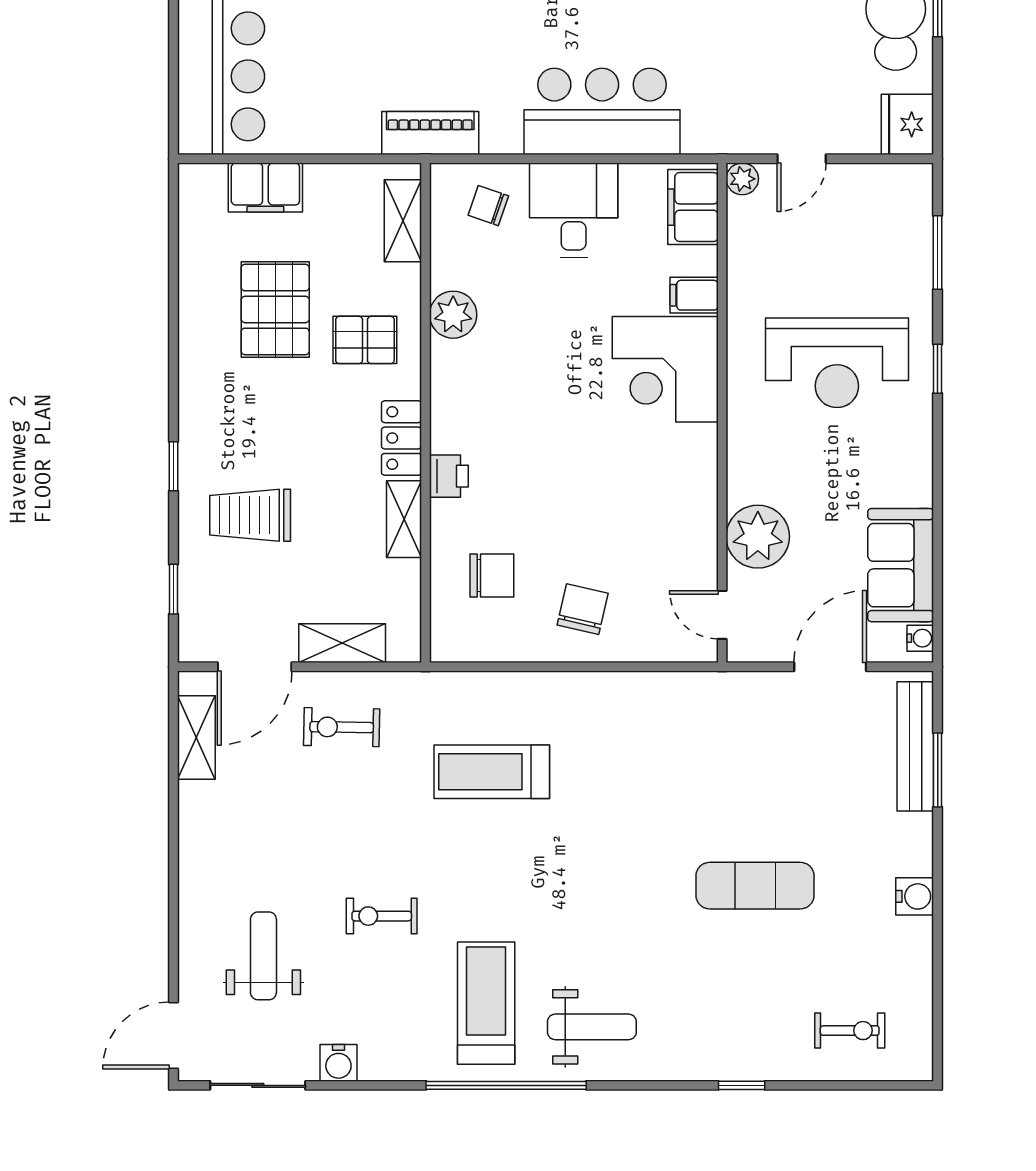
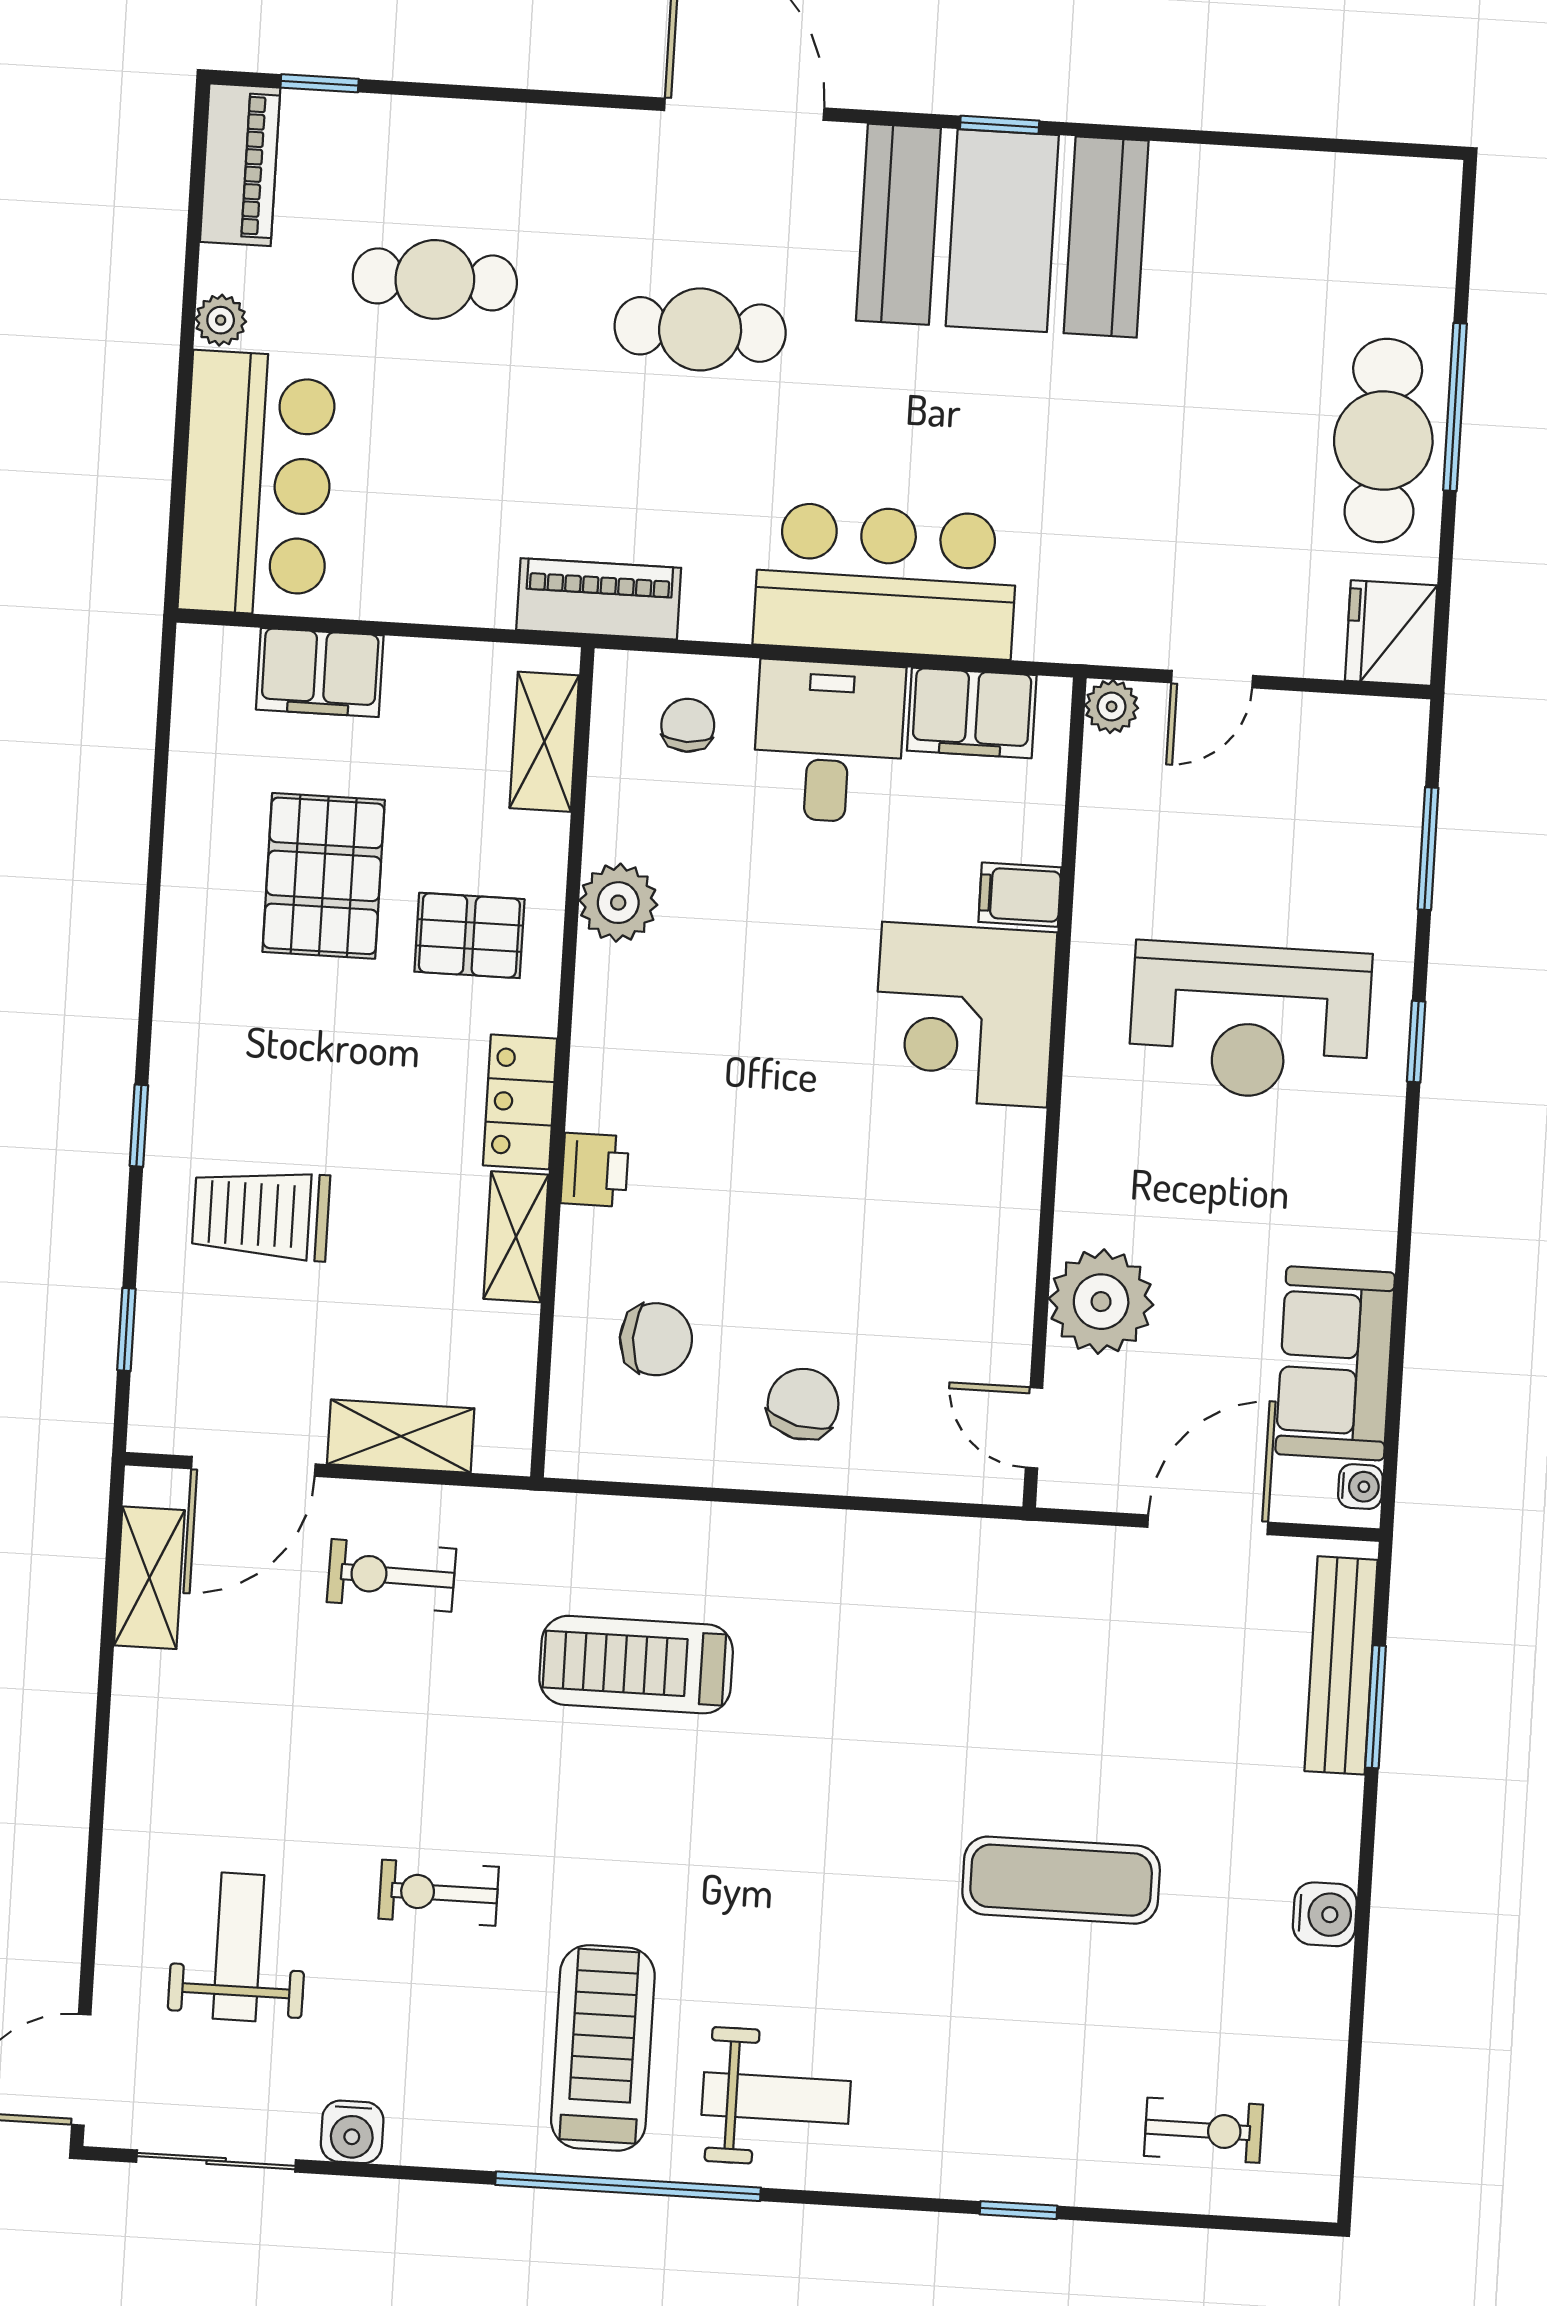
chair: (488, 206) -> (688, 725), turned 71
filing cabinet: (693, 207) -> (972, 713), moved, turned -90

